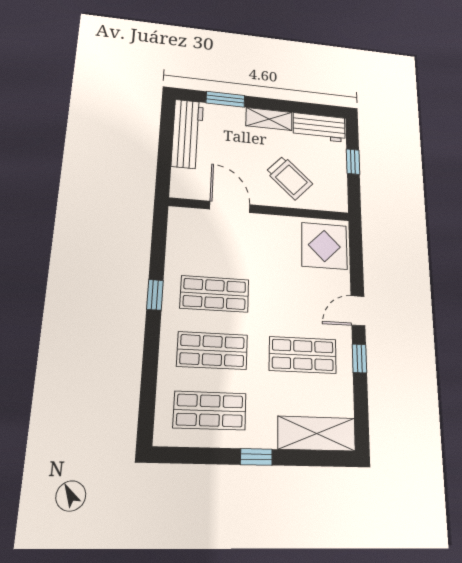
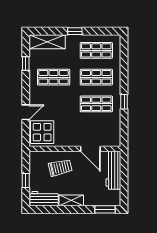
window: (225, 99) -> (105, 209), moved
workbench: (187, 134) -> (113, 170), moved
trolley: (289, 178) -> (60, 168), turned 124
door: (358, 311) -> (26, 112), moved
window: (359, 358) -> (26, 63), moved

